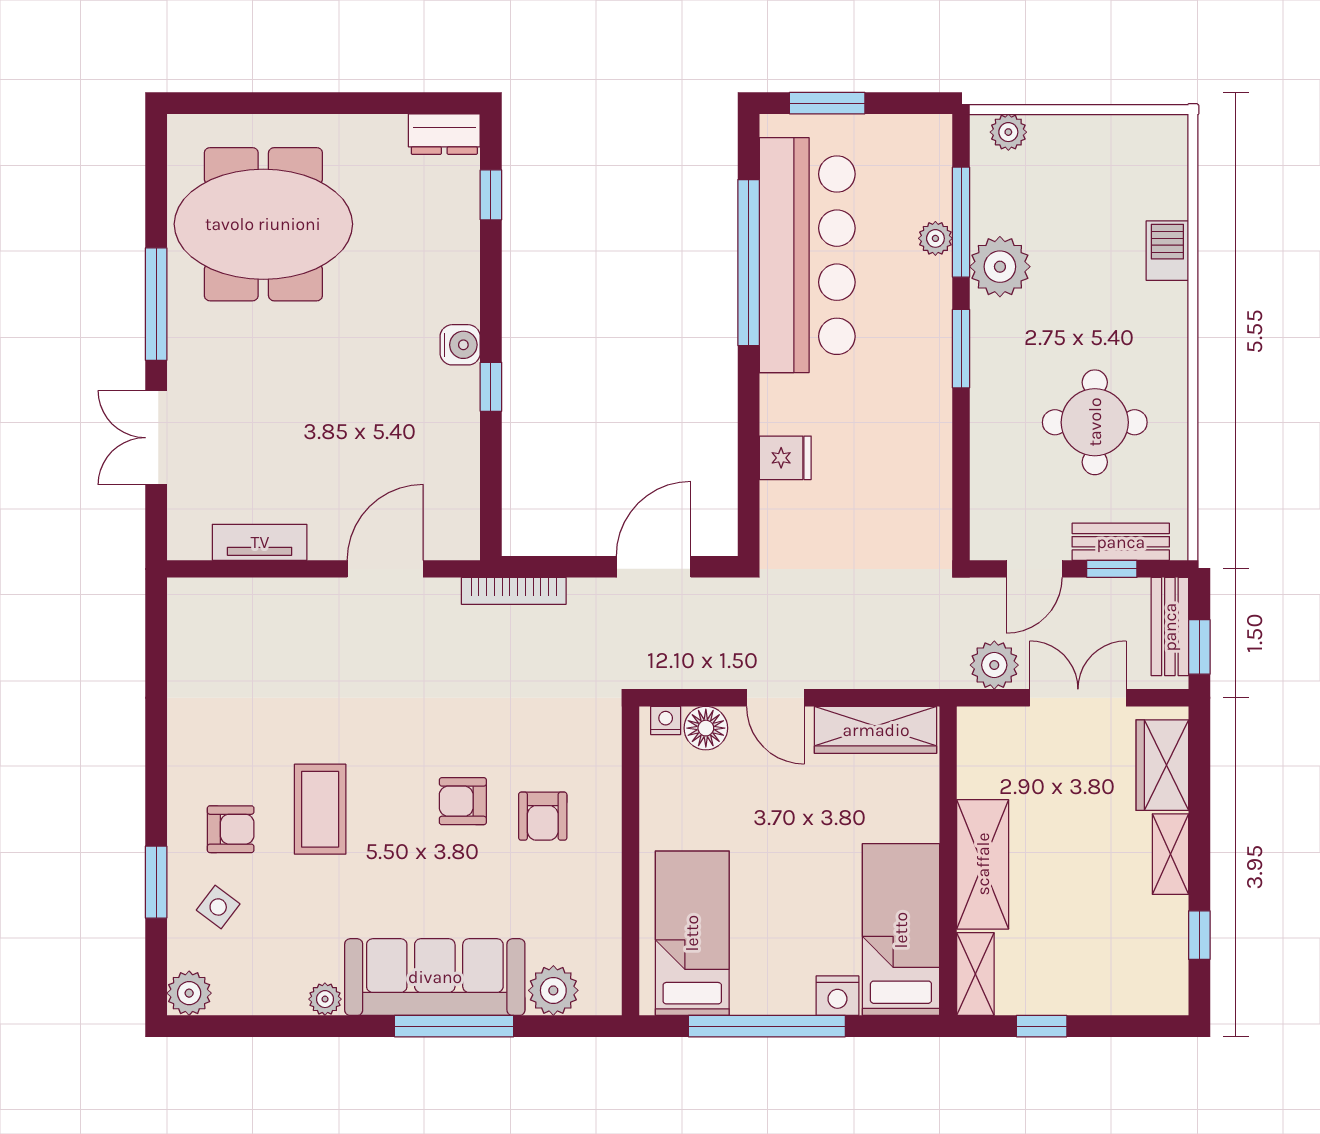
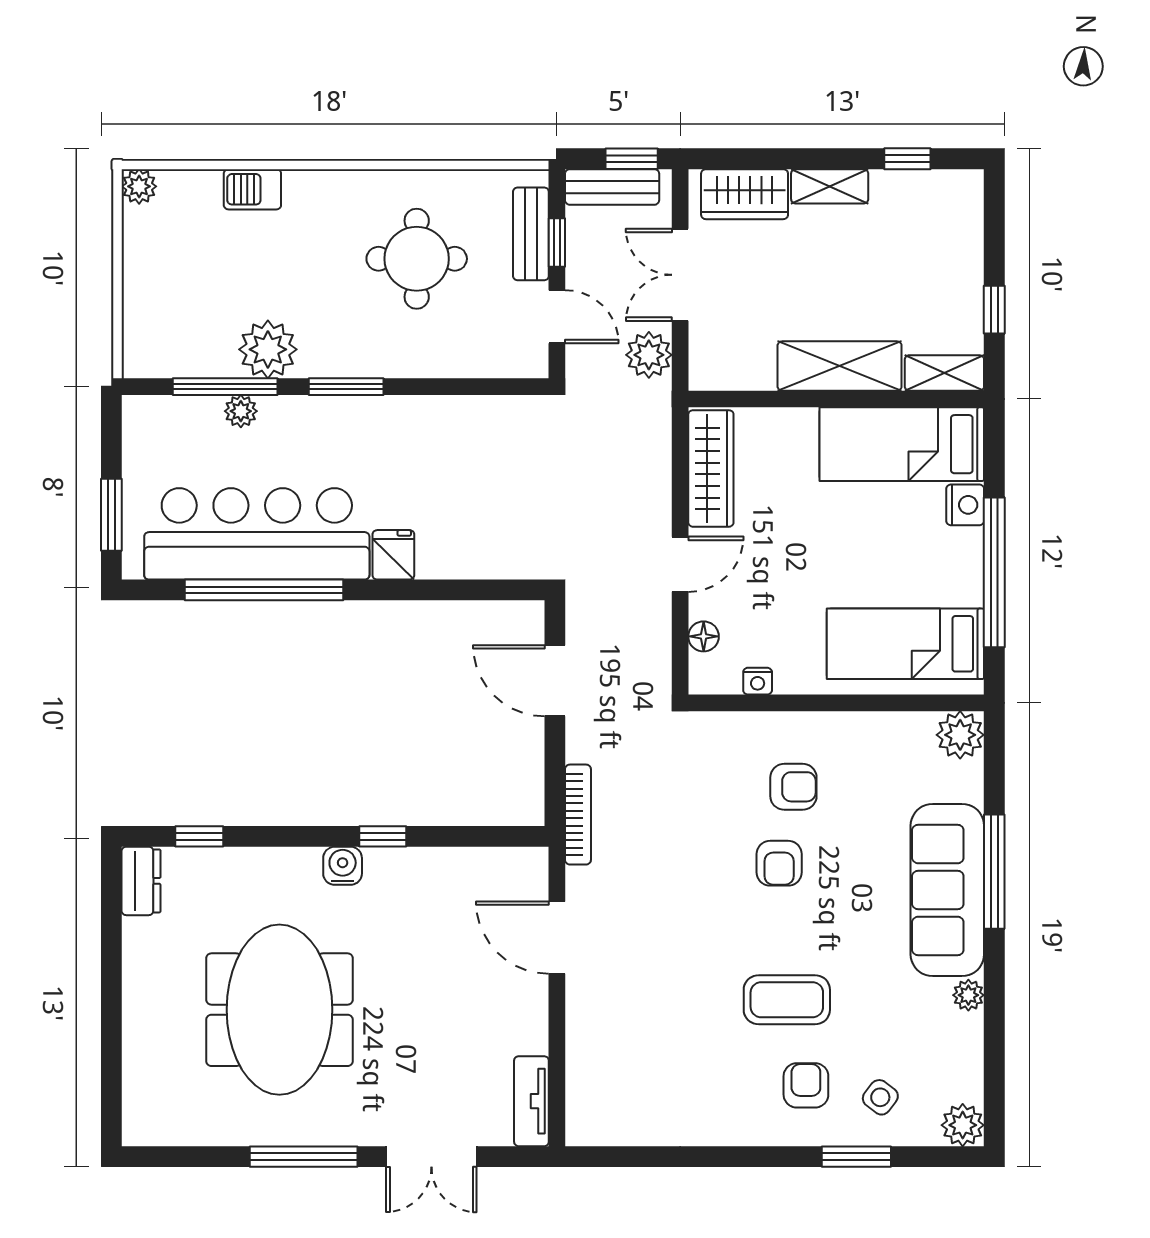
plant: (1008, 132) -> (139, 186), moved
meeting table: (263, 224) -> (279, 1010), moved
fridge: (785, 458) -> (393, 555), moved
tv unit: (260, 542) -> (531, 1101), moved
nightstand: (666, 720) -> (758, 681), moved, turned -90
floor lamp: (706, 728) -> (704, 636), width x0.73, depth x0.73
plant: (553, 990) -> (960, 735), moved

